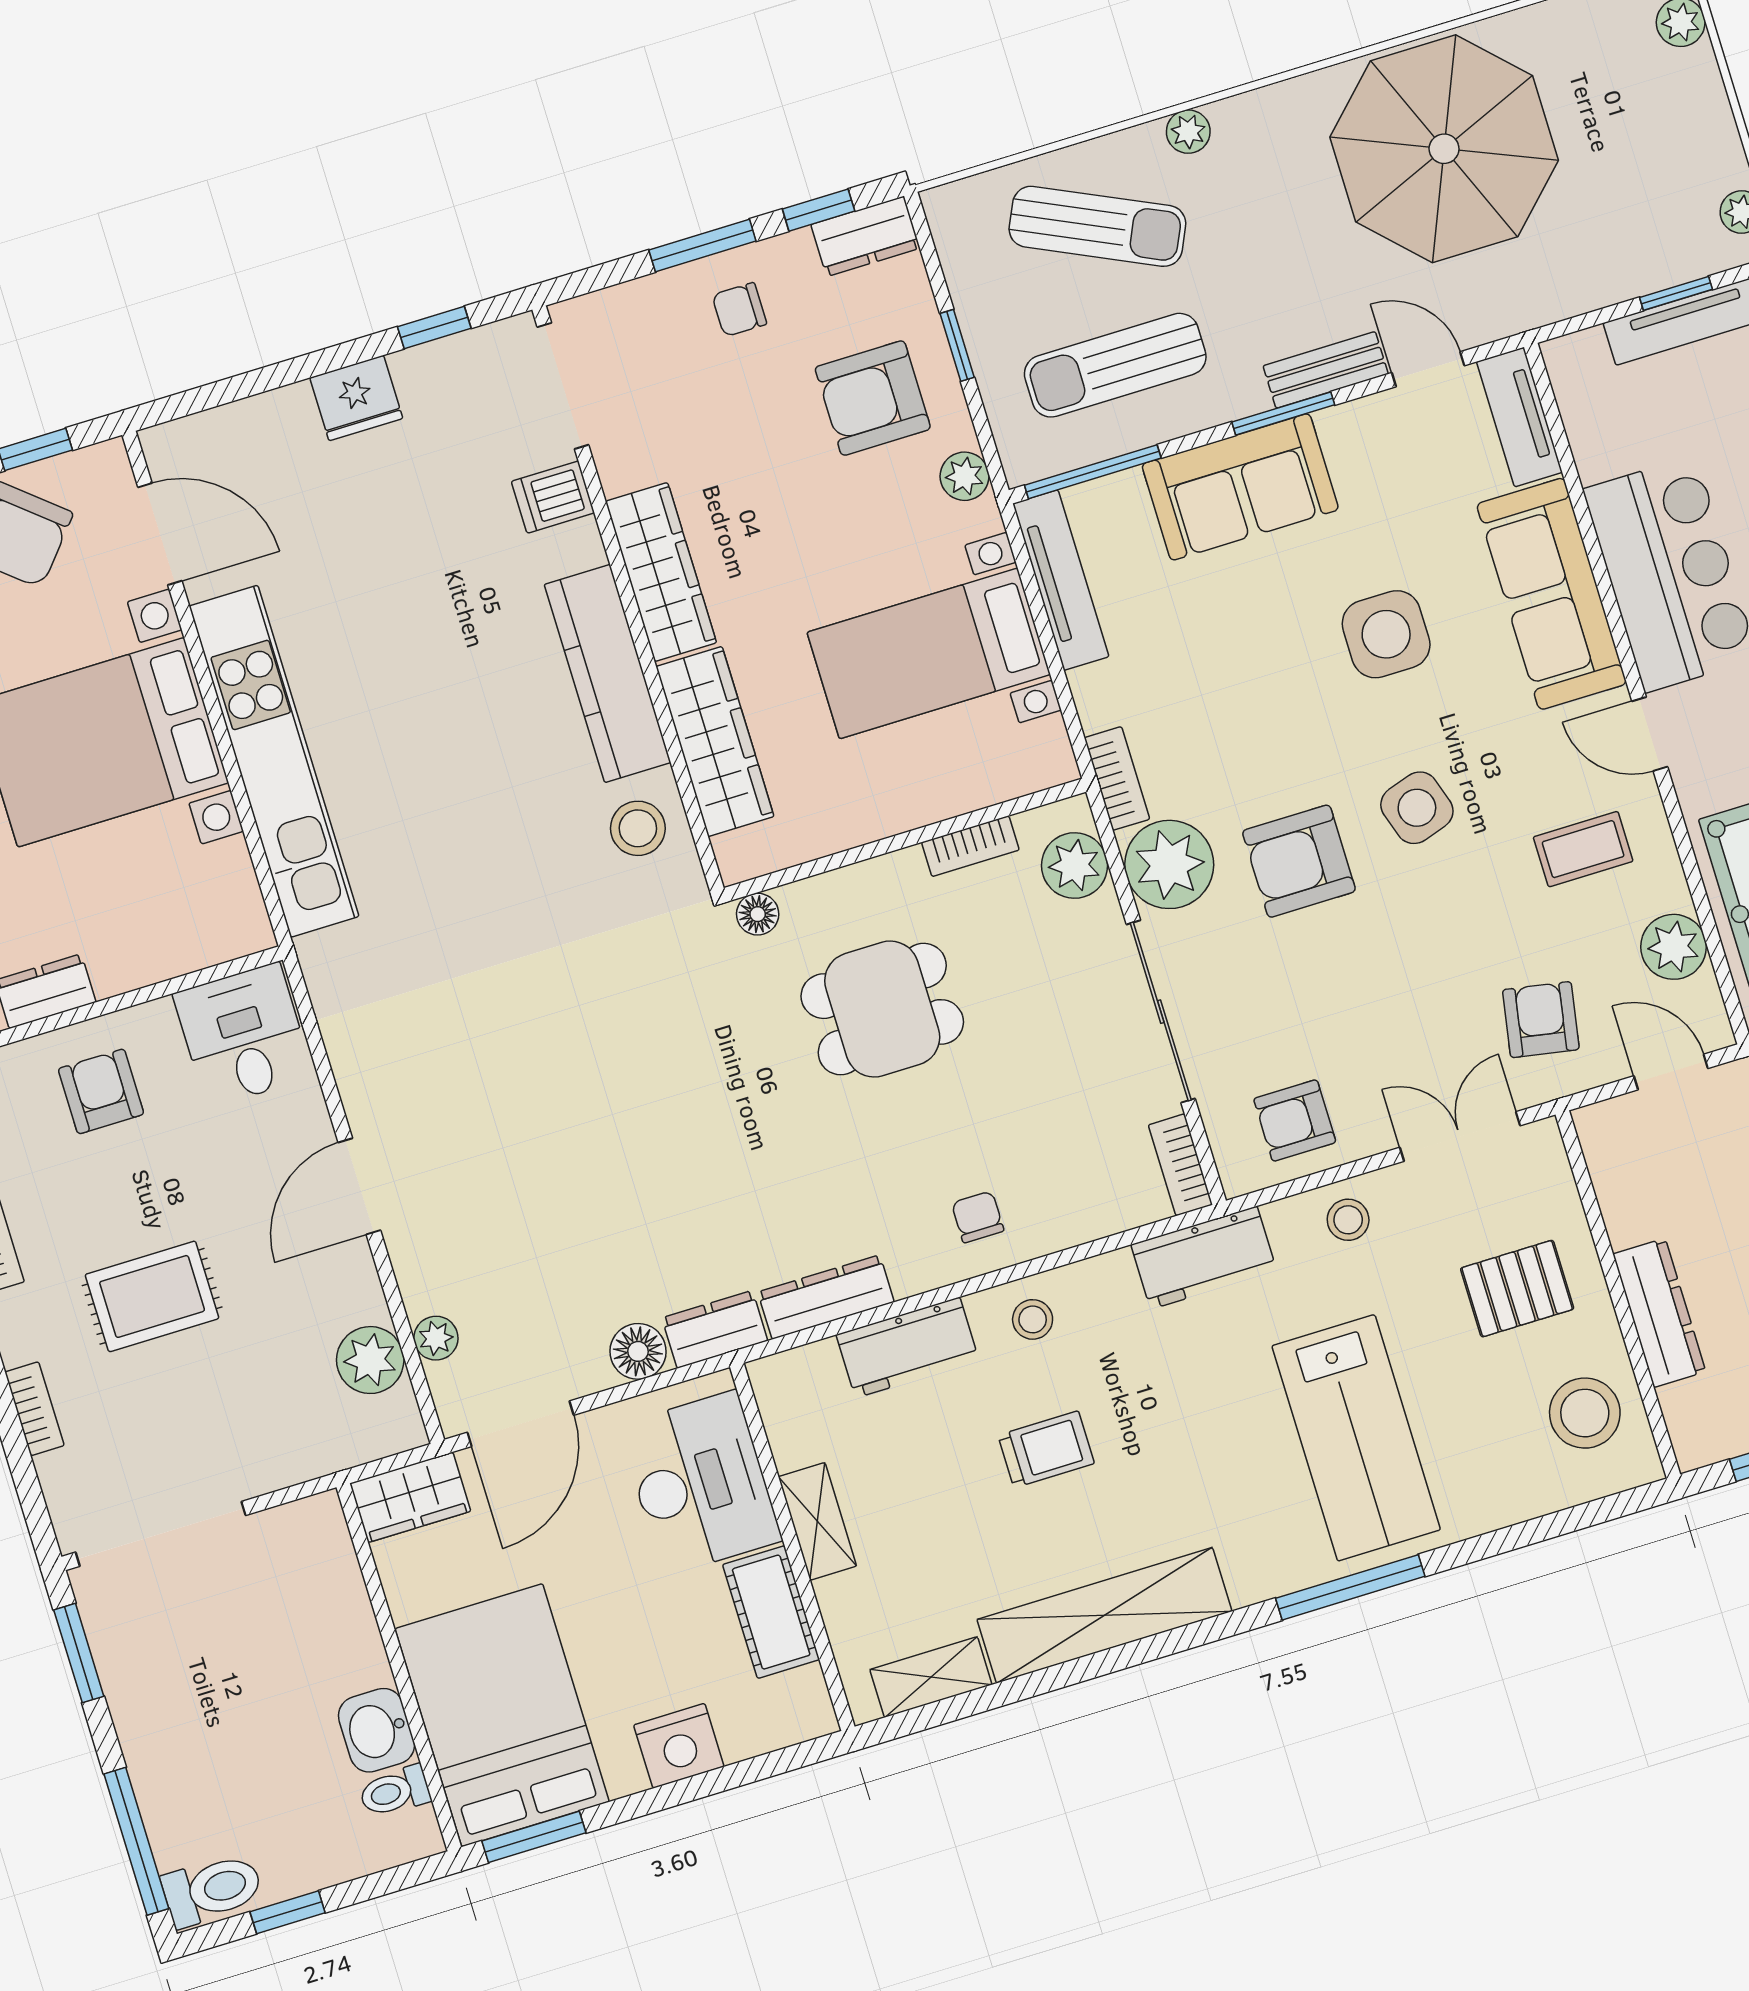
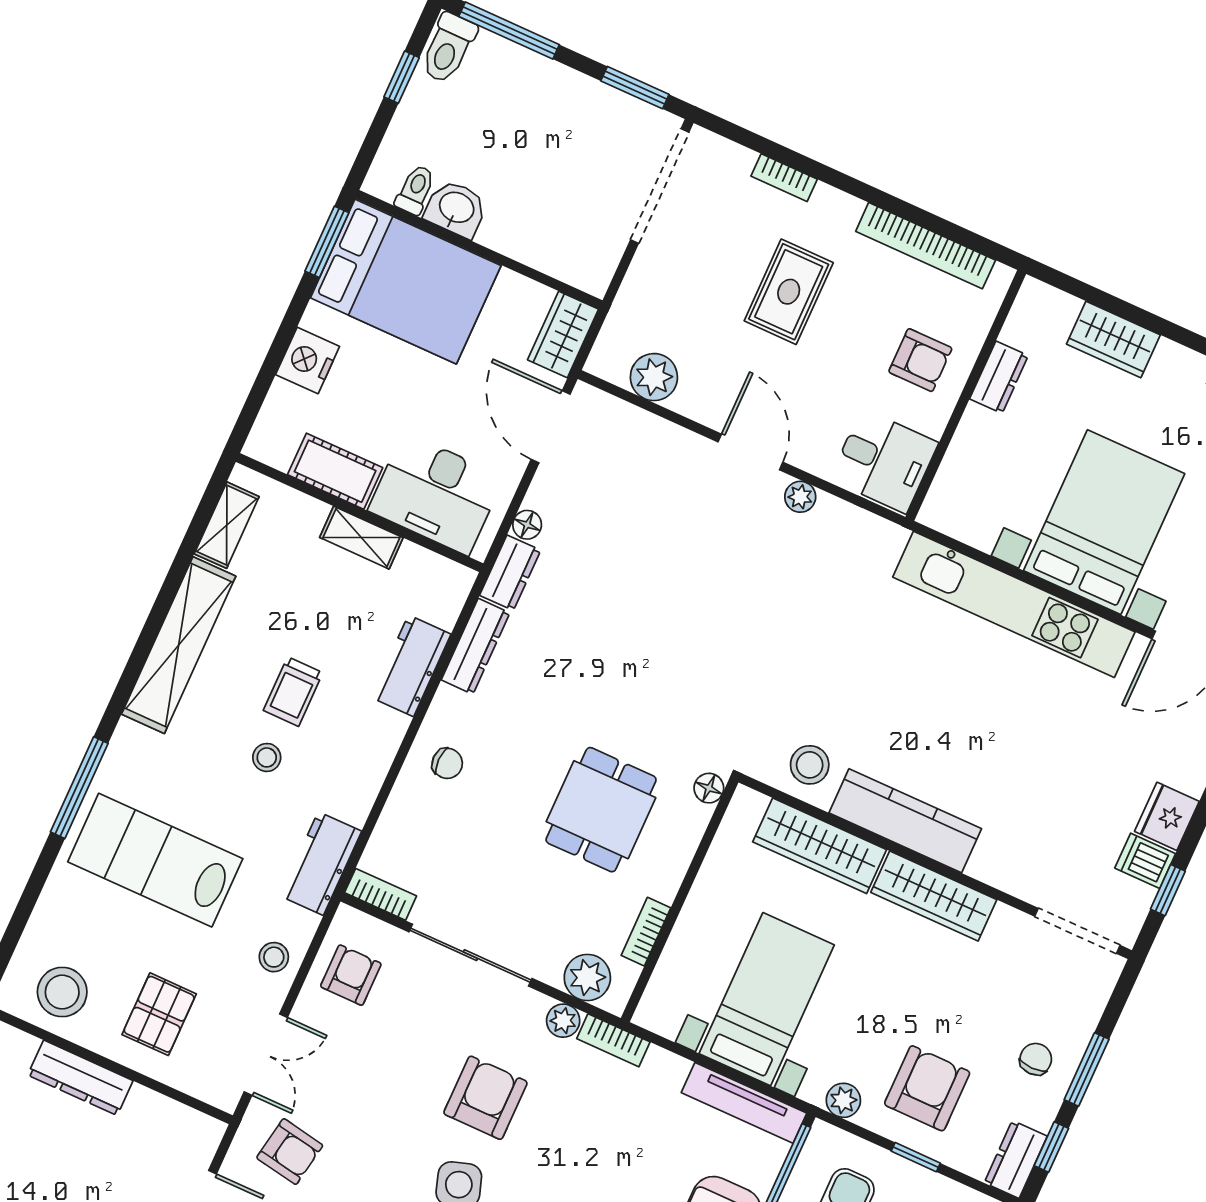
dishwasher: (553, 497) -> (1145, 861), moved, turned -90
plant: (1169, 864) -> (563, 1021), width x0.53, depth x0.53
stool: (1033, 1319) -> (267, 757), moved
plant: (436, 1338) -> (800, 497), moved
floor lamp: (638, 1351) -> (527, 525), width x0.73, depth x0.73

